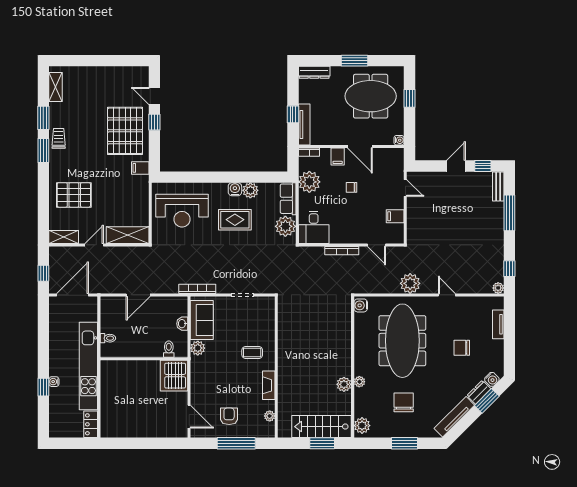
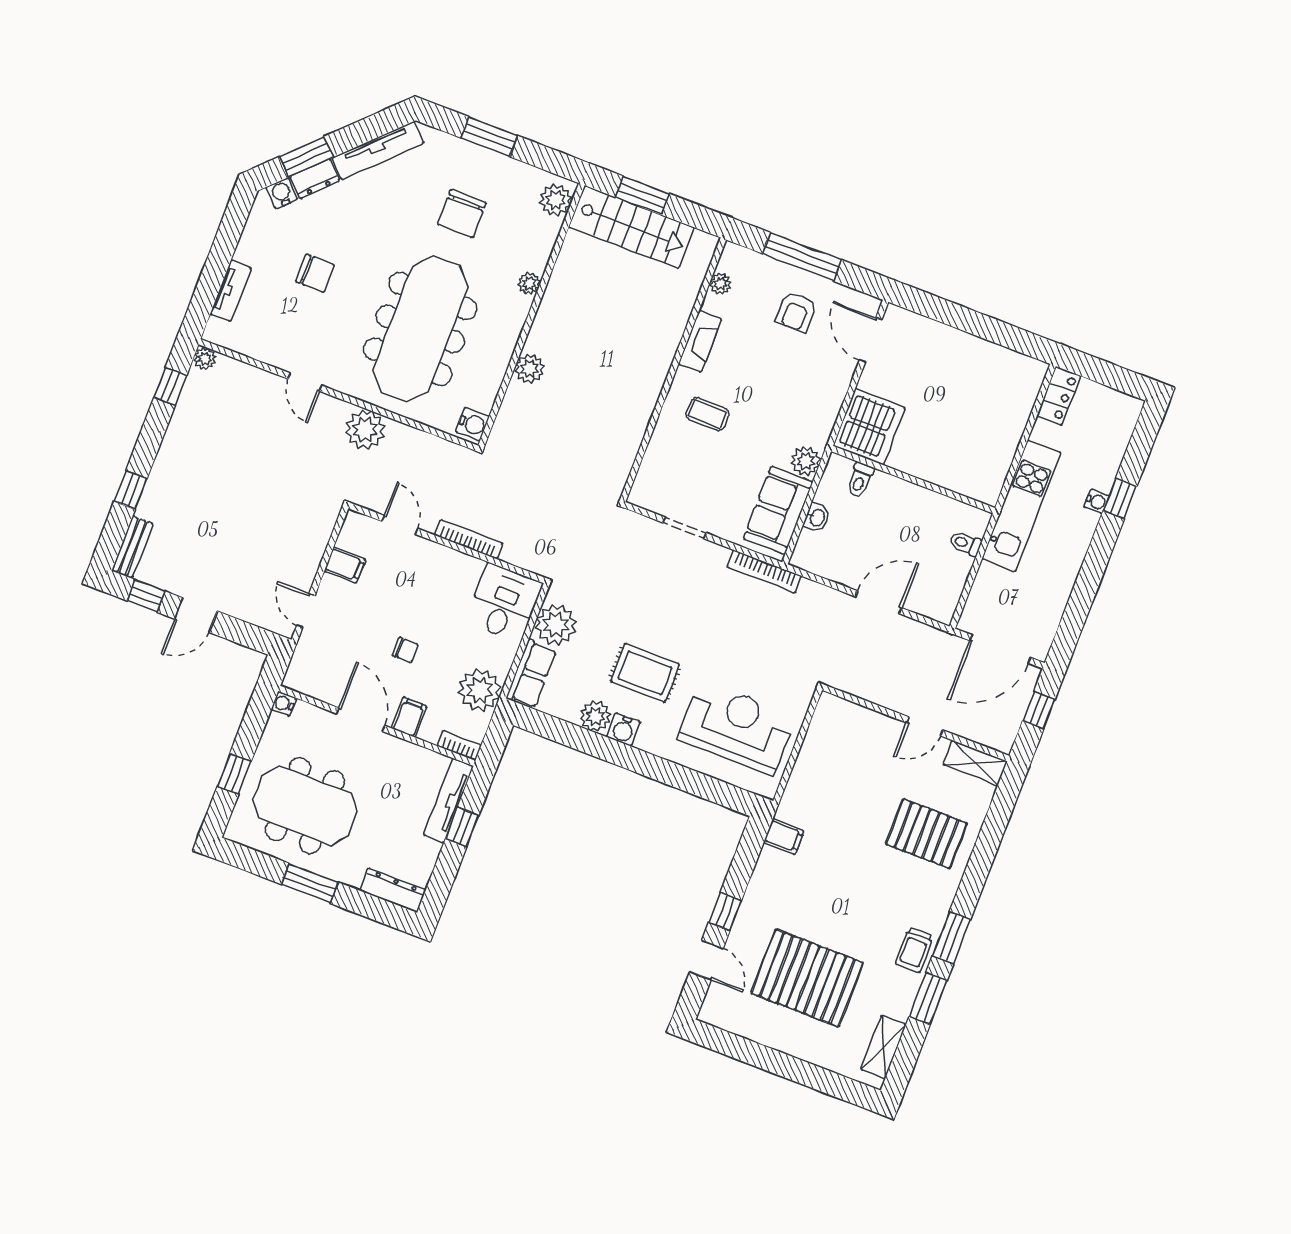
pallet: (125, 131) -> (807, 978), moved, turned 90
window: (509, 213) -> (130, 490), width x0.46
shelving: (128, 235) -> (855, 721), removed
kitchen unit: (88, 366) -> (1021, 506), width x0.73
plant: (344, 384) -> (530, 369), moved

